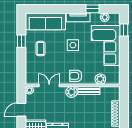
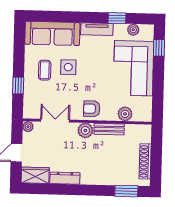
window: (21, 41) -> (18, 85), moved
side table: (73, 45) -> (68, 67), moved

